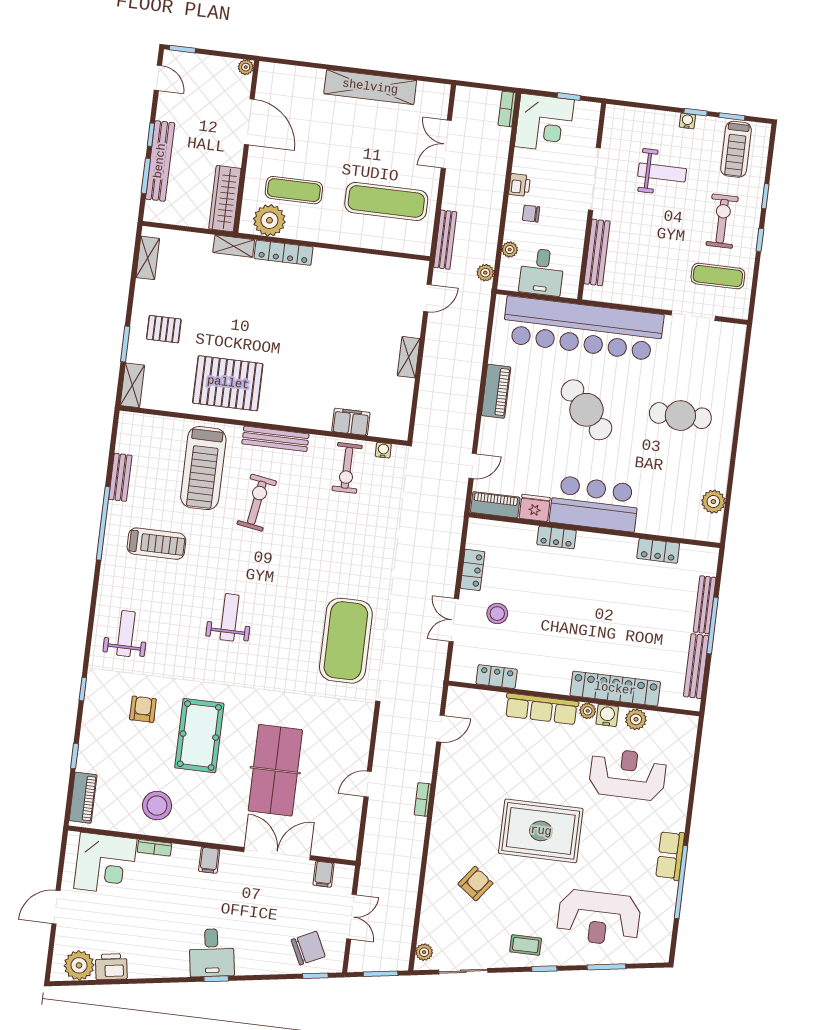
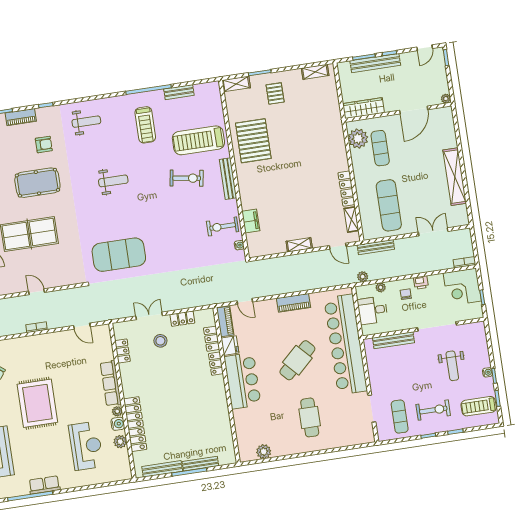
shelving: (234, 246) -> (351, 219), moved
locker: (284, 253) -> (346, 189), moved
locker: (658, 551) -> (212, 339), moved
piano: (91, 733) -> (21, 117), added

